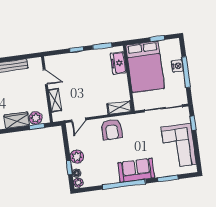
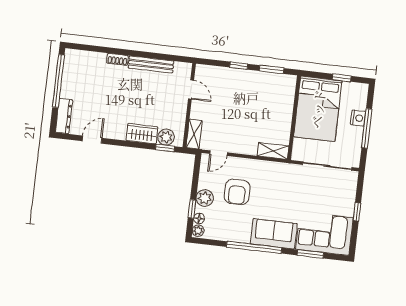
freezer: (118, 63) -> (286, 95), removed
shelving: (55, 100) -> (194, 134), moved
window: (193, 123) -> (357, 212), moved
armchair: (112, 130) -> (237, 192), moved
corner sofa: (179, 146) -> (324, 233), moved, turned 90

